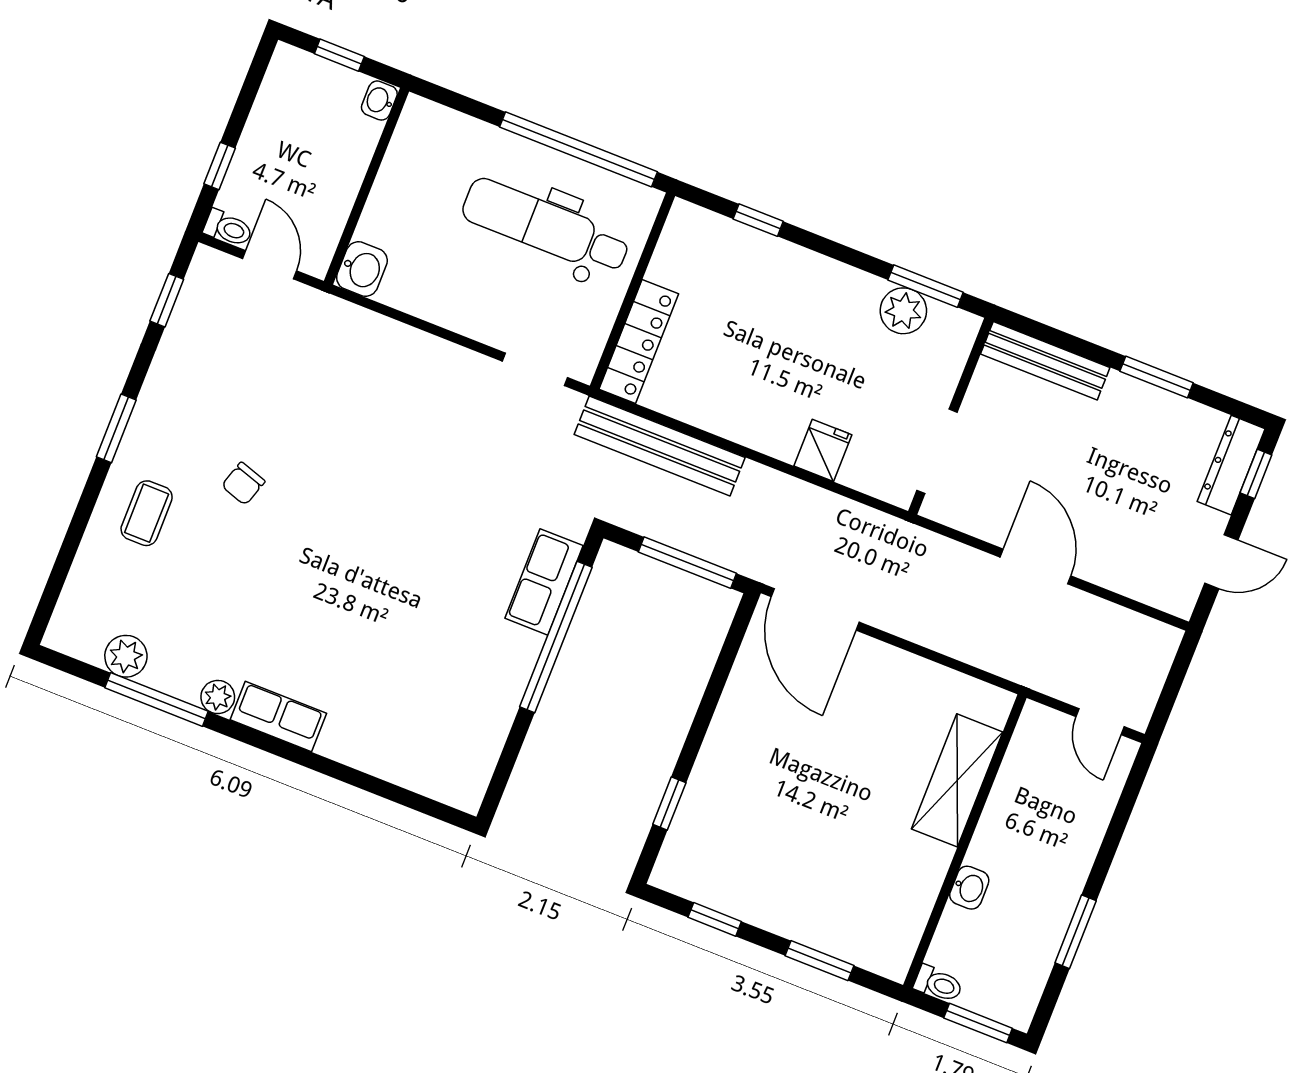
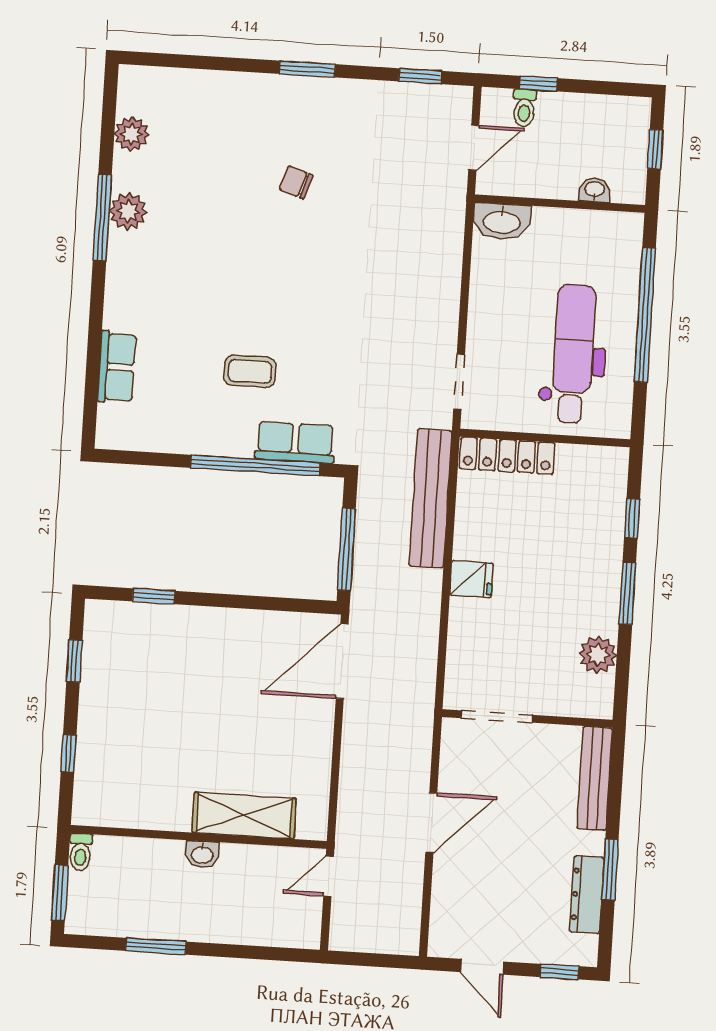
washbasin: (379, 101) -> (595, 190), moved
window: (578, 149) -> (645, 315), moved
toilet: (228, 228) -> (524, 108), moved
washbasin: (362, 269) -> (502, 221), width x1.38
window: (926, 286) -> (627, 593), moved
fridge: (823, 450) -> (471, 579), moved
dresser: (1231, 465) -> (587, 895), moved, turned -90
coffee table: (147, 513) -> (250, 371), moved
plant: (218, 697) -> (128, 211), width x1.38, depth x1.38
window: (156, 699) -> (102, 218), moved
row of seats: (278, 716) -> (117, 367), moved
door: (1100, 722) -> (329, 876), moved
washbasin: (969, 888) -> (202, 854), moved
window: (820, 961) -> (69, 753), width x0.67

